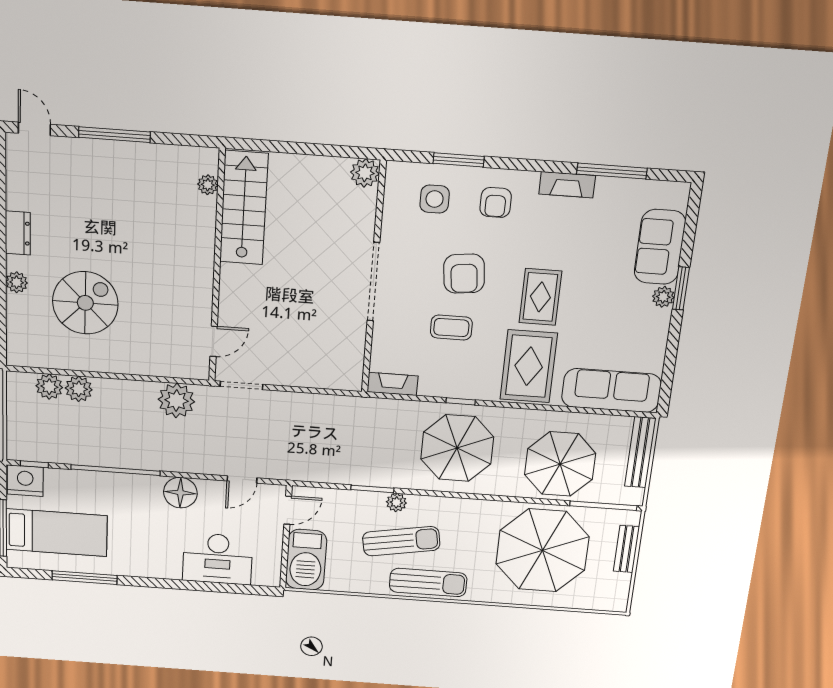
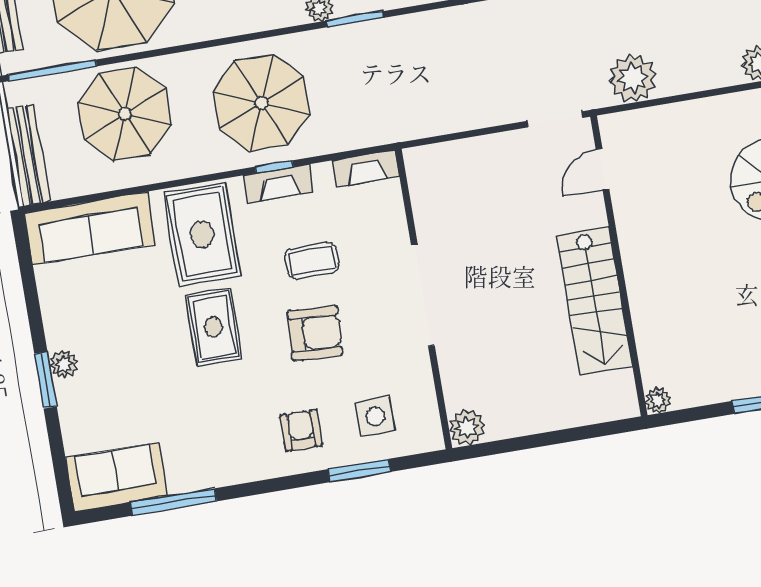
plant: (208, 185) -> (658, 400), moved
fireplace: (567, 185) -> (279, 184), moved, turned 180
stairs: (244, 208) -> (594, 301), moved
sofa: (660, 247) -> (117, 477), moved, turned -90
armchair: (464, 274) -> (315, 333), turned 99

